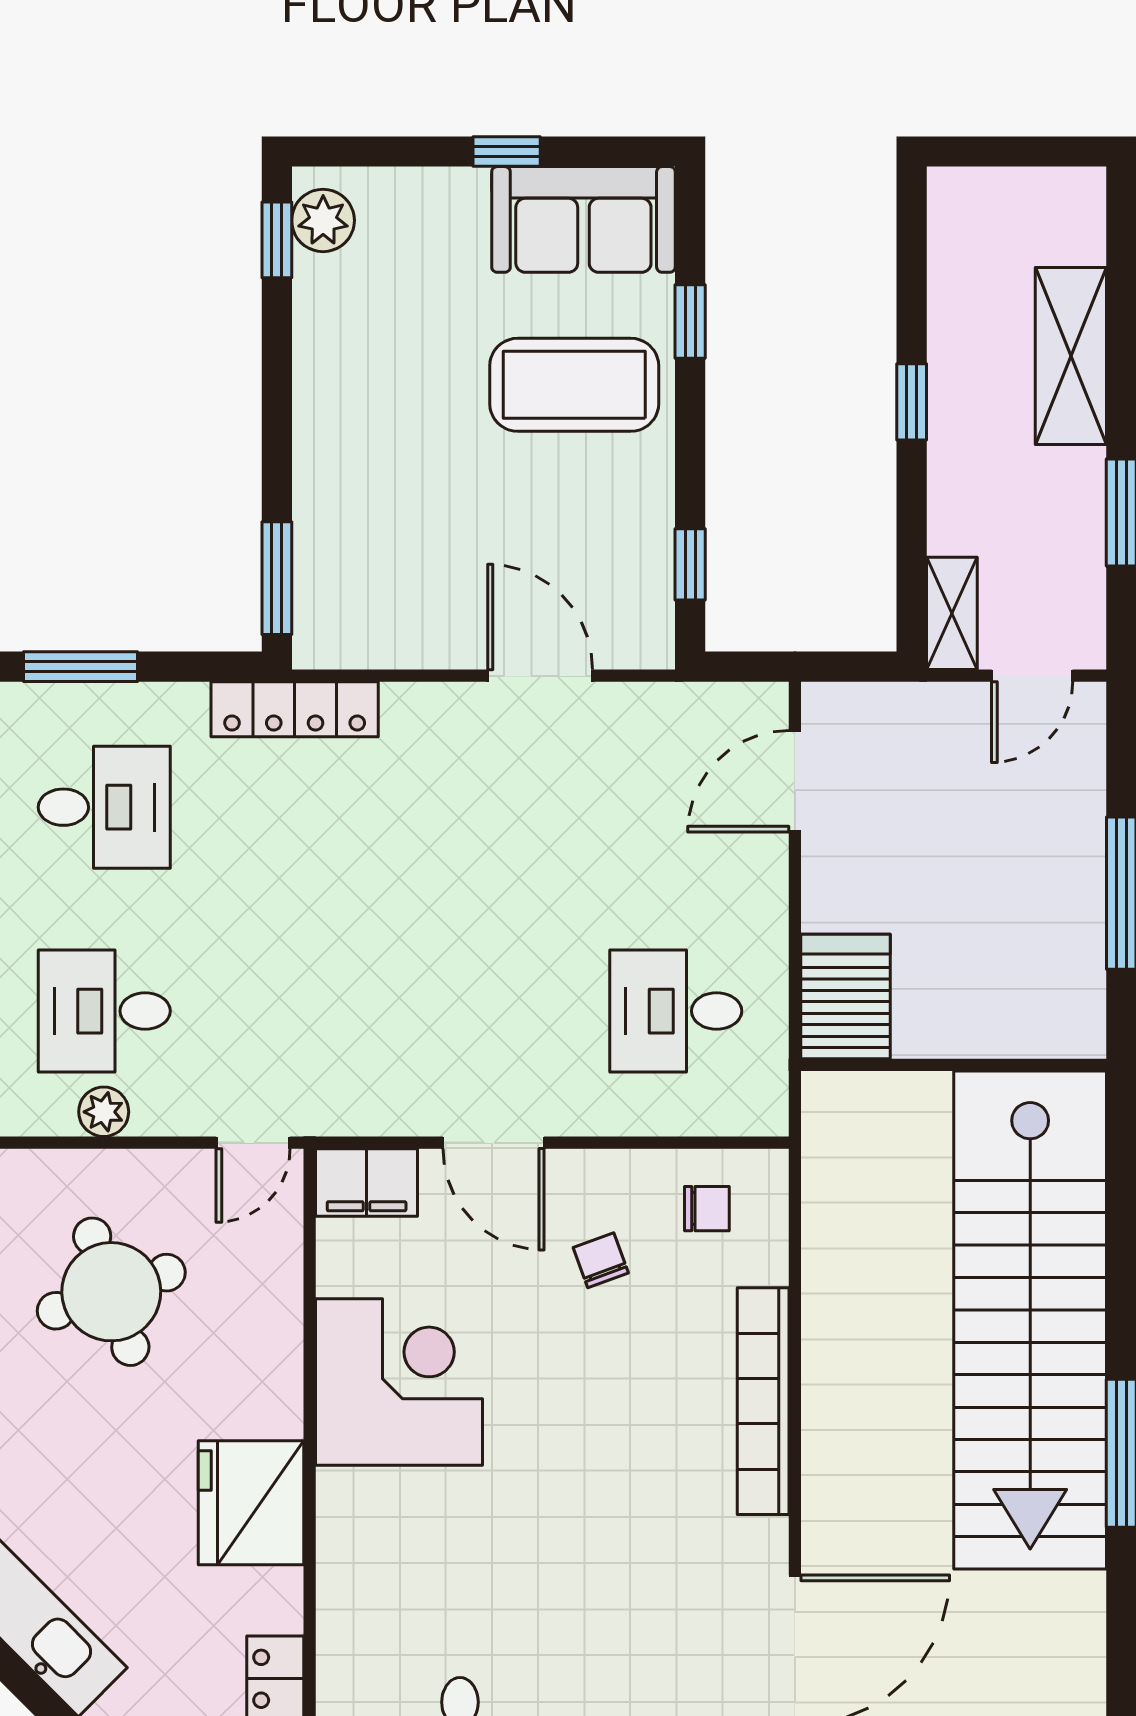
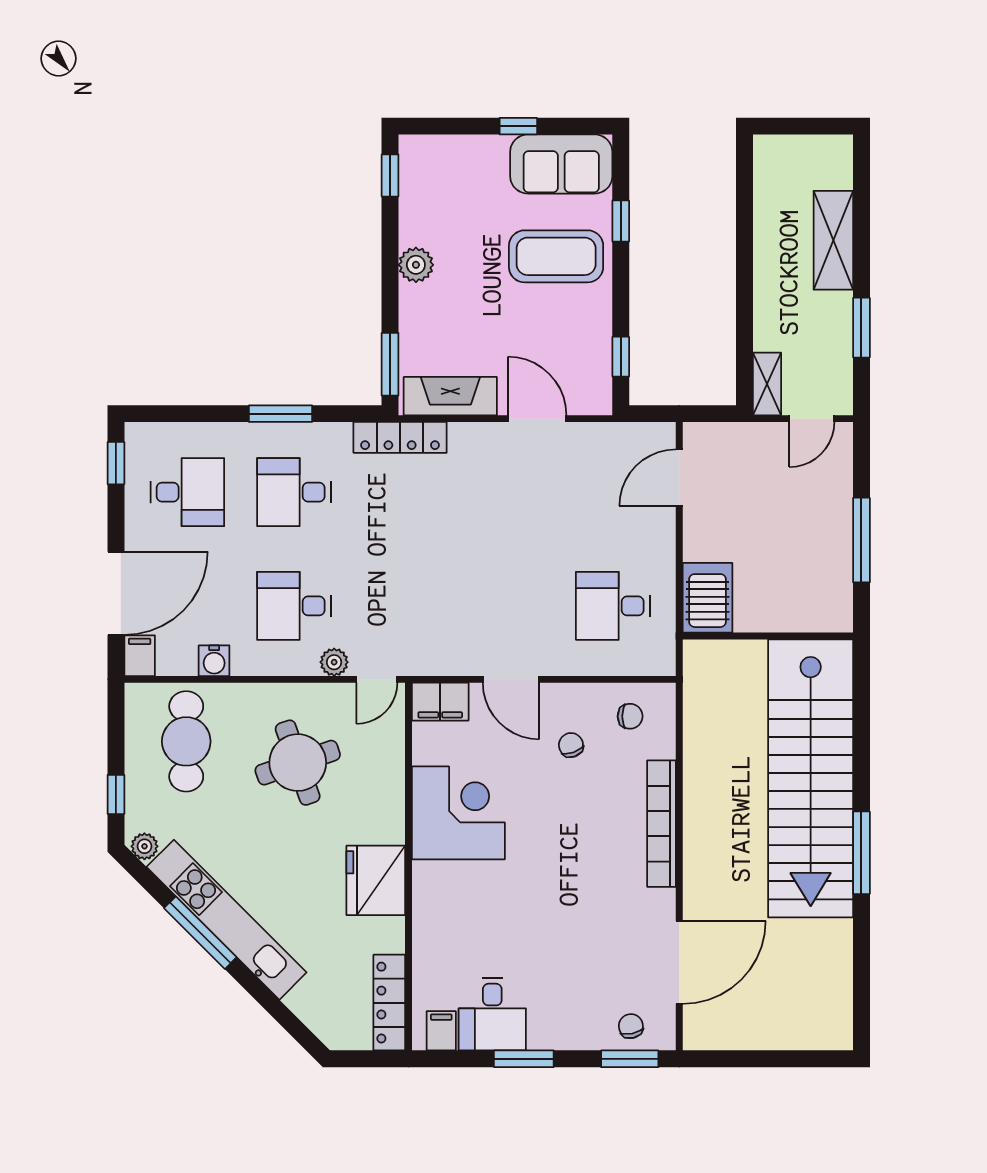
plant: (323, 220) -> (416, 265), moved
window: (912, 402) -> (744, 266), removed
fireplace: (385, 635) -> (450, 396), added
desk: (104, 807) -> (294, 492), turned 180
plant: (104, 1112) -> (334, 662), moved

